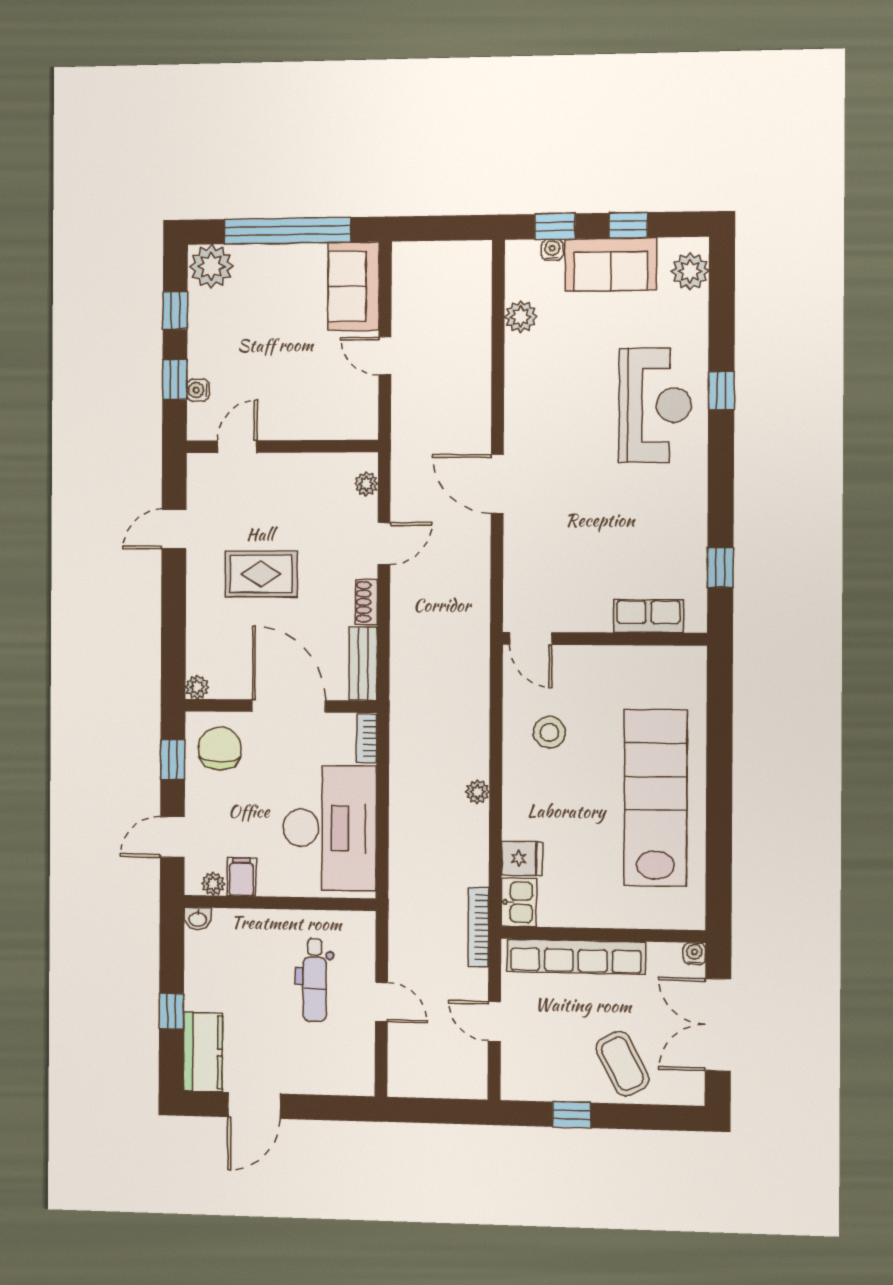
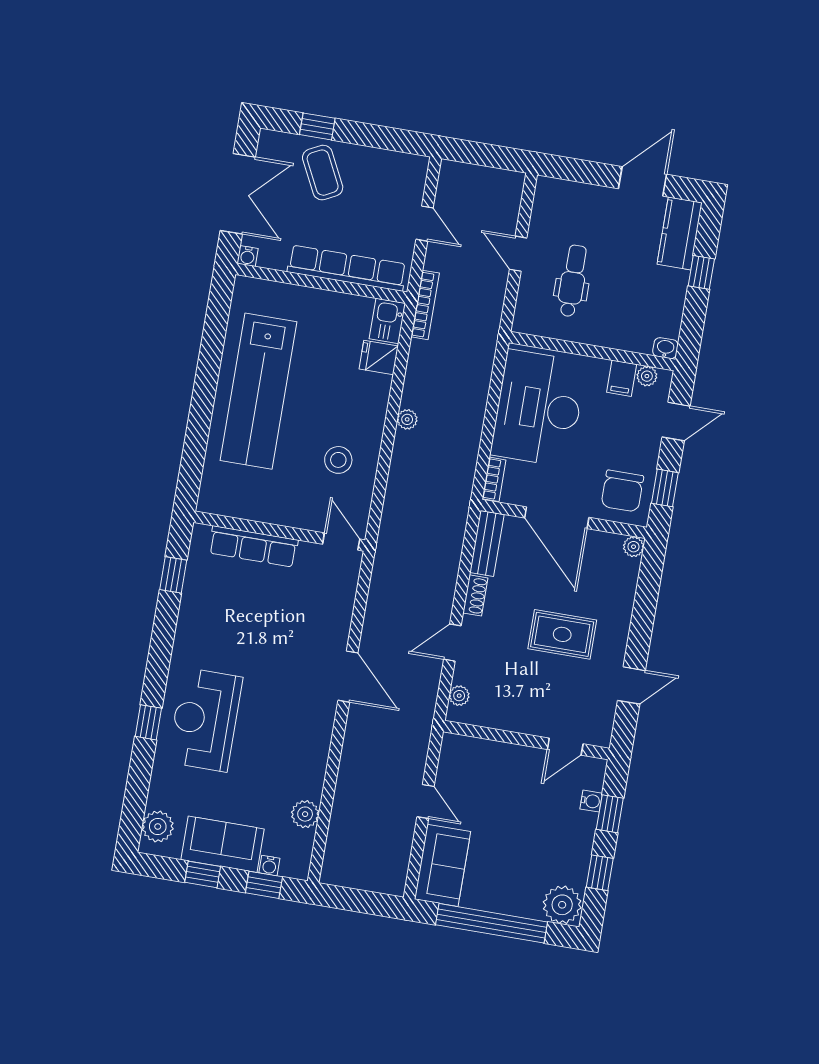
row of seats: (648, 616) -> (253, 546), width x1.48
window: (572, 1115) -> (317, 126), moved

